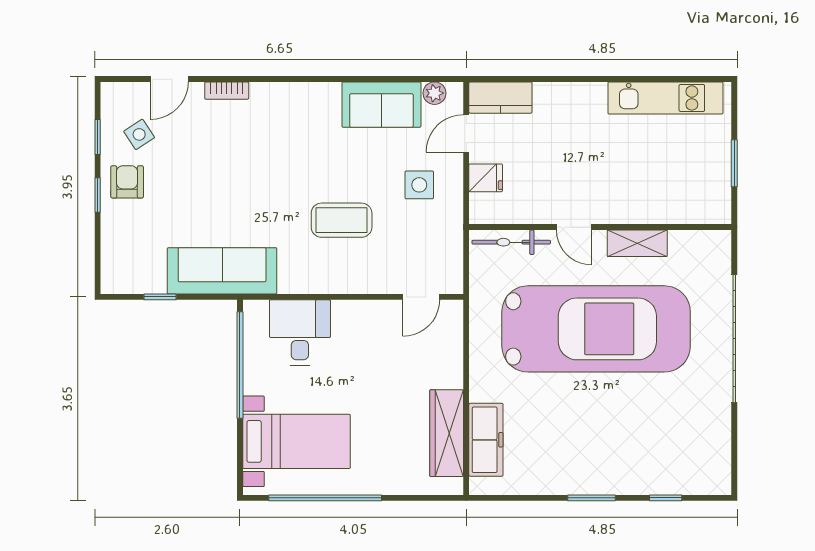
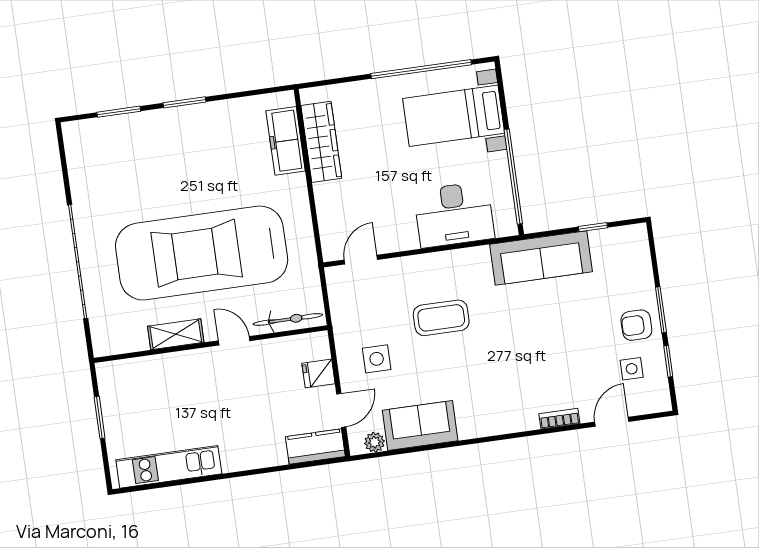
side table: (139, 134) -> (632, 369), turned 33
armchair: (127, 182) -> (636, 325), turned 90
window: (98, 195) -> (661, 310), width x1.50
desk: (300, 332) -> (454, 214), width x1.37
window: (666, 498) -> (119, 112), width x1.50

